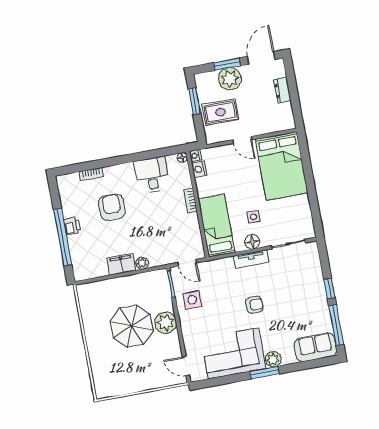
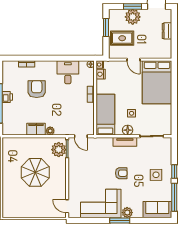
side table: (192, 300) -> (156, 175), moved
plant: (166, 323) -> (59, 150), moved

